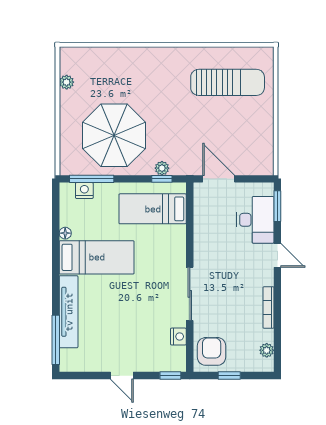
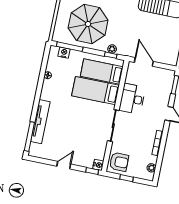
desk: (255, 220) -> (132, 99), moved, turned 180
bed: (97, 257) -> (96, 91), moved, turned 180
nightstand: (178, 337) -> (98, 165), moved
armchair: (212, 351) -> (119, 162), turned 90
door: (122, 376) -> (64, 165), swing flipped

